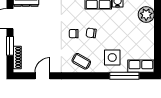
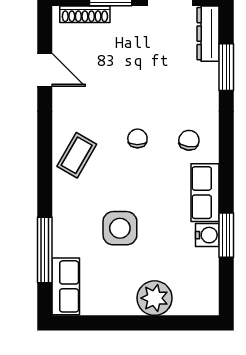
plant: (146, 15) -> (155, 298), moved
chair: (91, 33) -> (189, 140), moved
side table: (112, 58) -> (120, 228), moved

